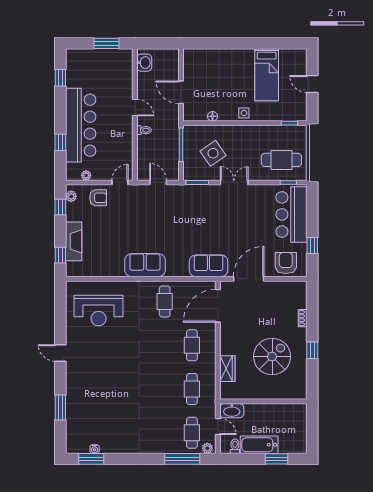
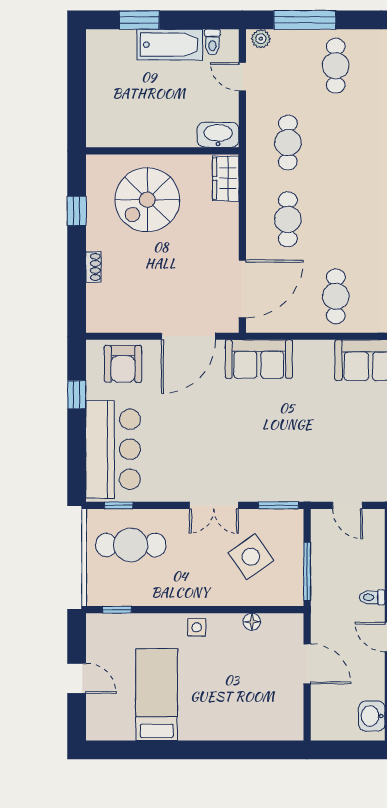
wall: (263, 401) -> (162, 151), moved
washbasin: (232, 411) -> (218, 135), moved
cafe table: (192, 433) -> (336, 66), moved

